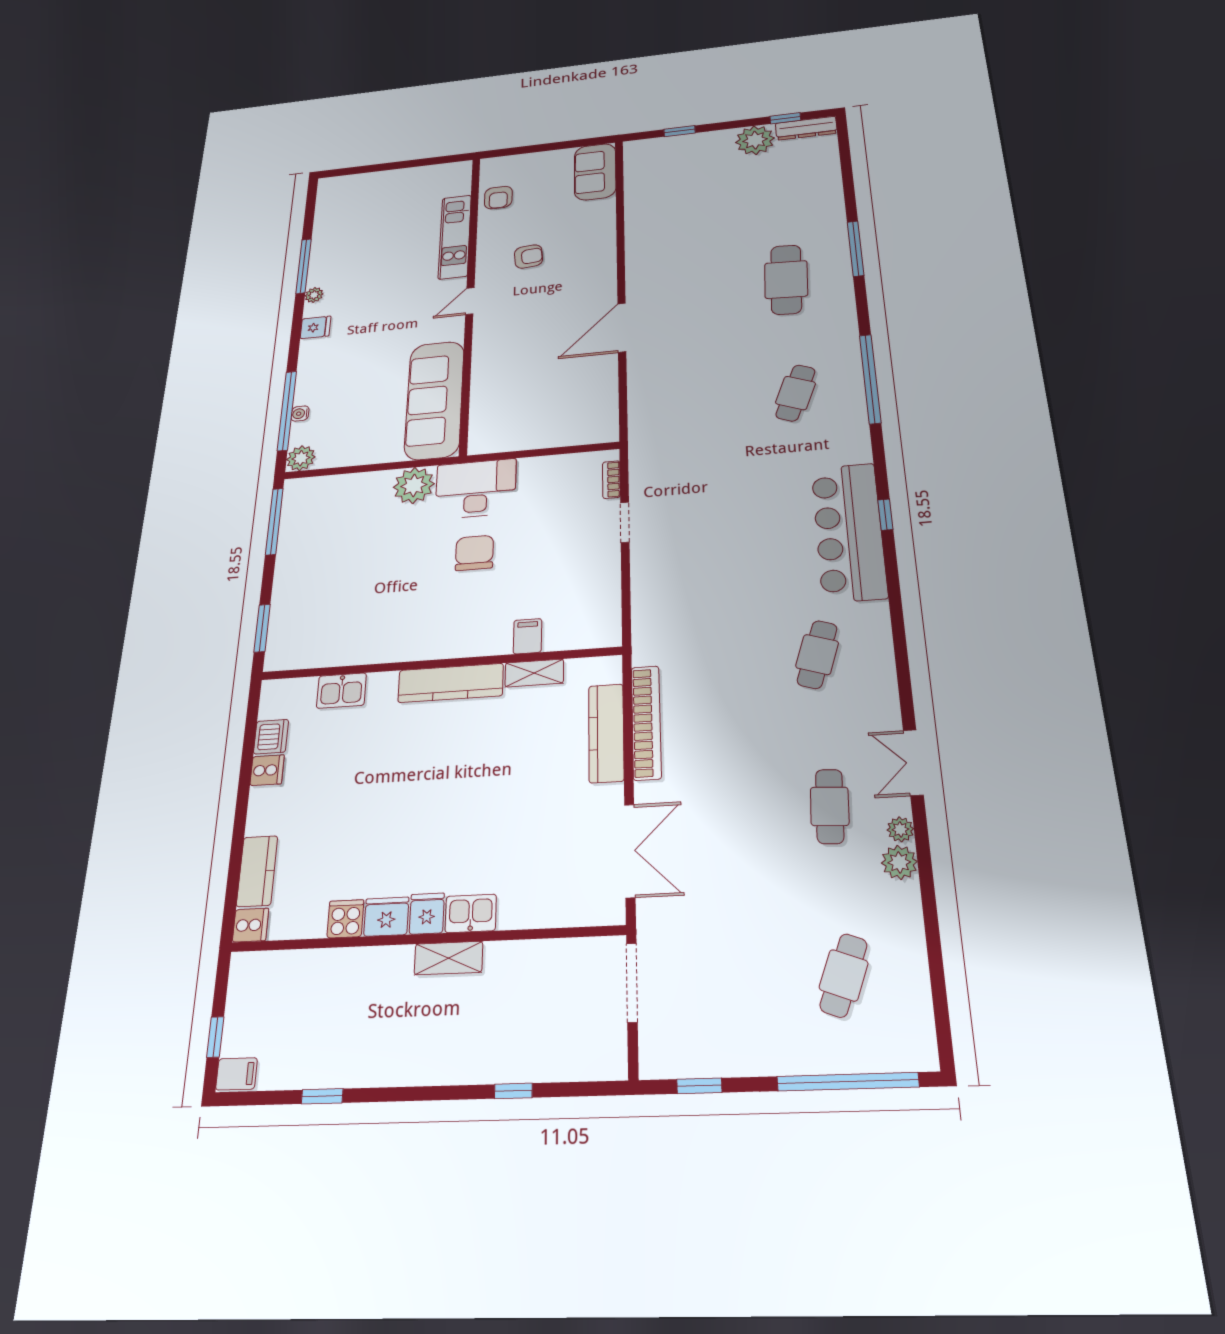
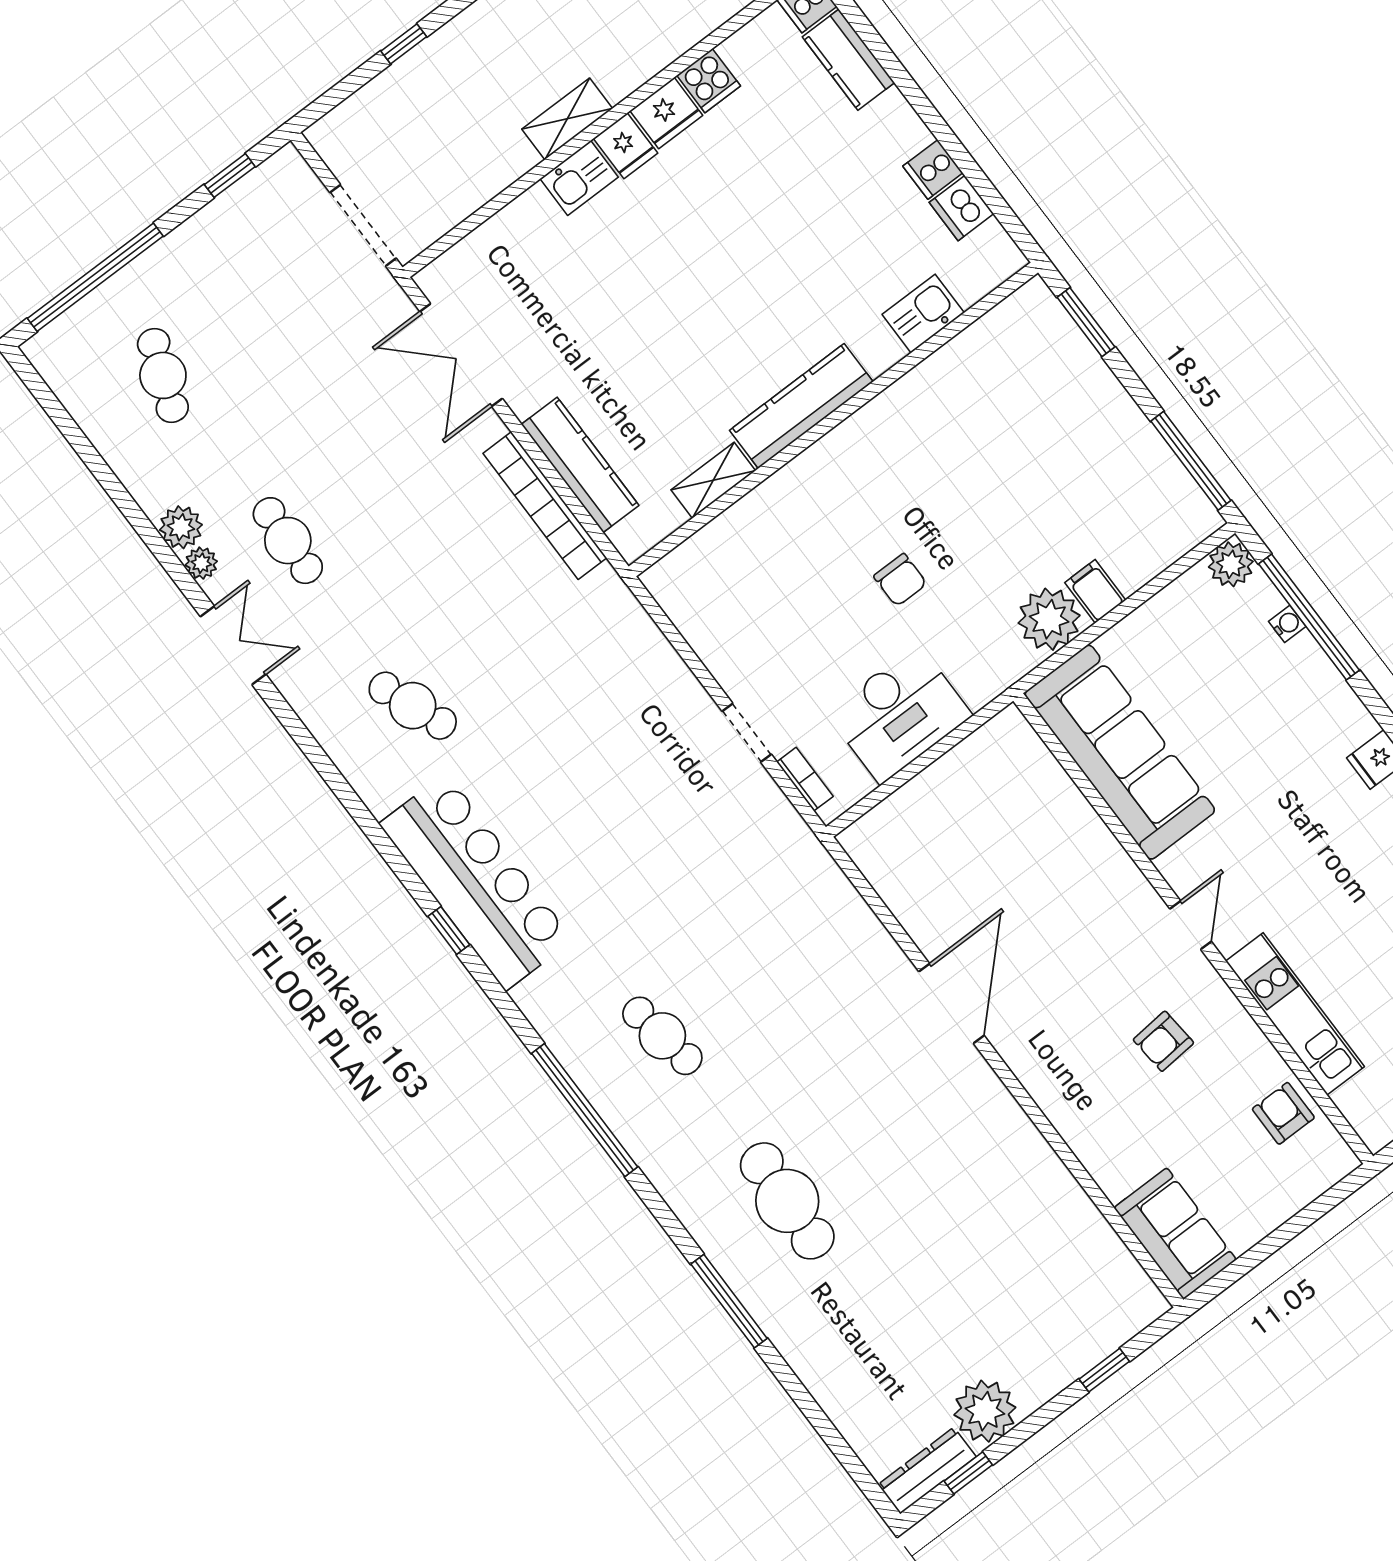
cafe table: (795, 393) -> (662, 1036), turned -30
desk: (476, 489) -> (899, 714), moved
chair: (474, 553) -> (900, 580), width x0.73, depth x0.73
filing cabinet: (527, 636) -> (1095, 591), moved, turned 180
cafe table: (817, 655) -> (413, 706), turned -39

